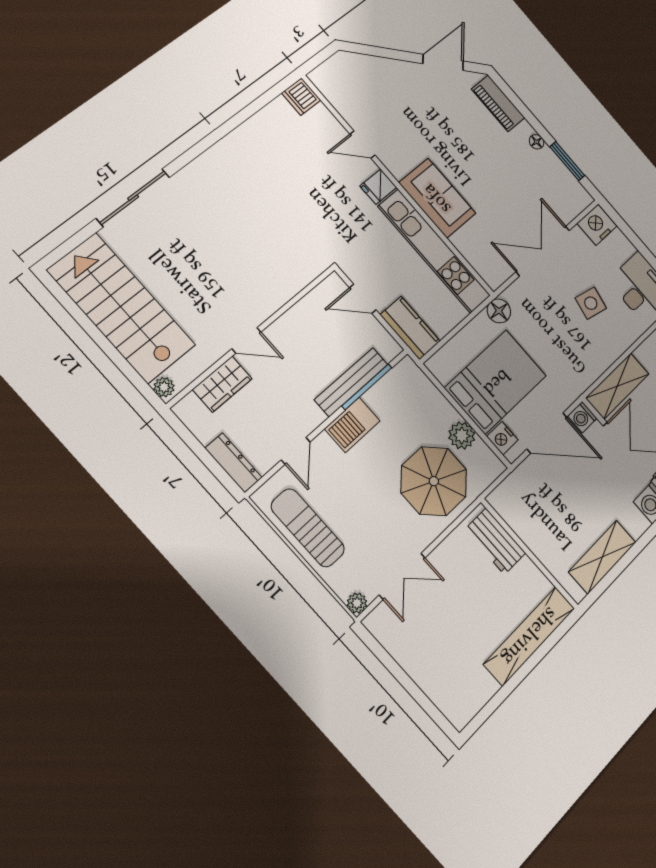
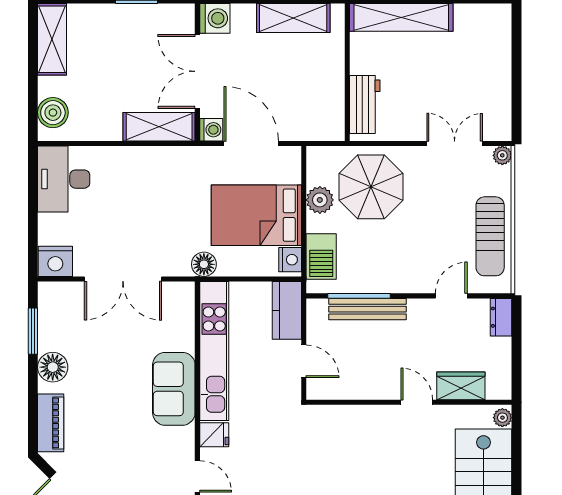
floor lamp: (537, 142) -> (53, 367), width x1.89, depth x1.89
side table: (591, 303) -> (120, 207), removed
barbecue: (352, 425) -> (321, 256), moved, turned 90
nightstand: (502, 438) -> (290, 260), moved
dresser: (234, 463) -> (501, 317), width x0.70

